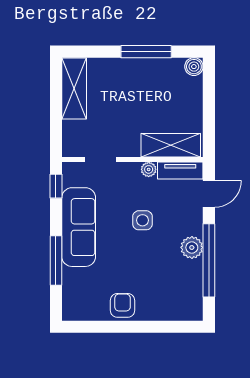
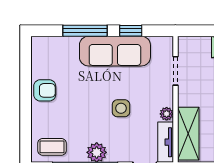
window: (56, 186) -> (131, 31), moved
coffee table: (186, 297) -> (52, 147), added

